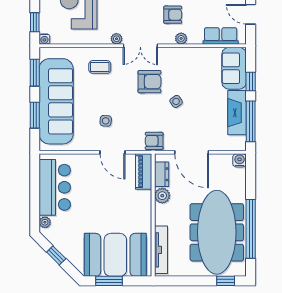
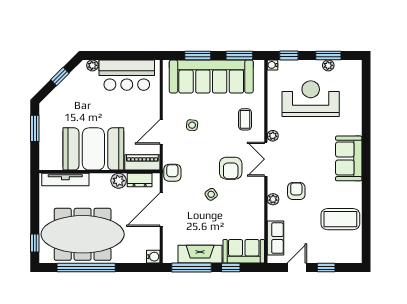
armchair: (173, 15) -> (296, 191), turned 180
booth: (115, 255) -> (93, 149), moved, turned 90

